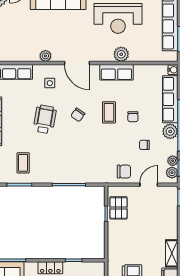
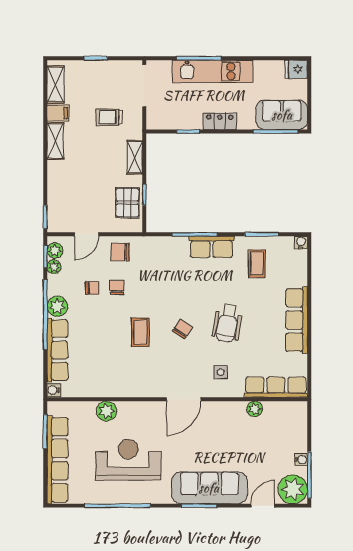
plant: (121, 54) -> (107, 411), moved
plant: (45, 56) -> (255, 409), moved
door: (77, 63) -> (184, 399), swing flipped
row of seats: (116, 72) -> (212, 247), moved, turned 180
chair: (133, 117) -> (117, 287), moved
shelving: (113, 241) -> (135, 157), added

